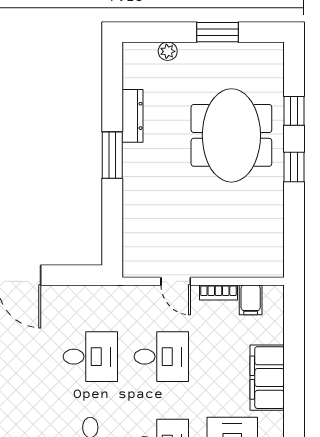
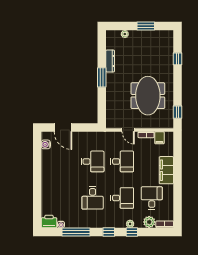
meeting table: (231, 135) -> (148, 96), moved
window: (294, 167) -> (178, 112), moved

